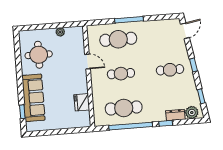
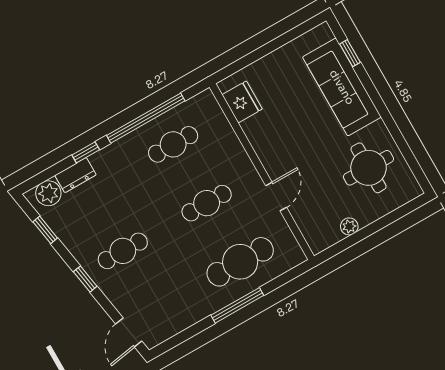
door: (88, 62) -> (276, 197), swing flipped
fridge: (82, 102) -> (242, 102), moved
cafe table: (124, 108) -> (173, 144), width x0.73, depth x0.74

